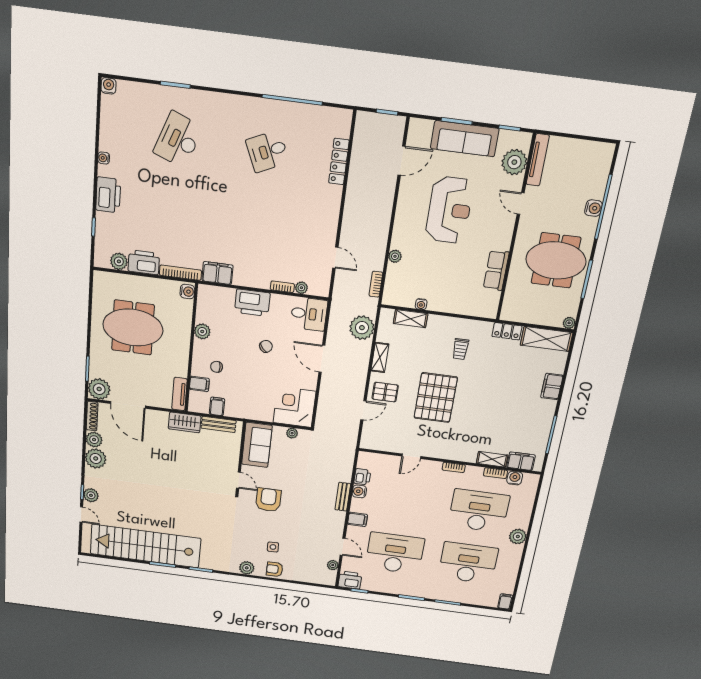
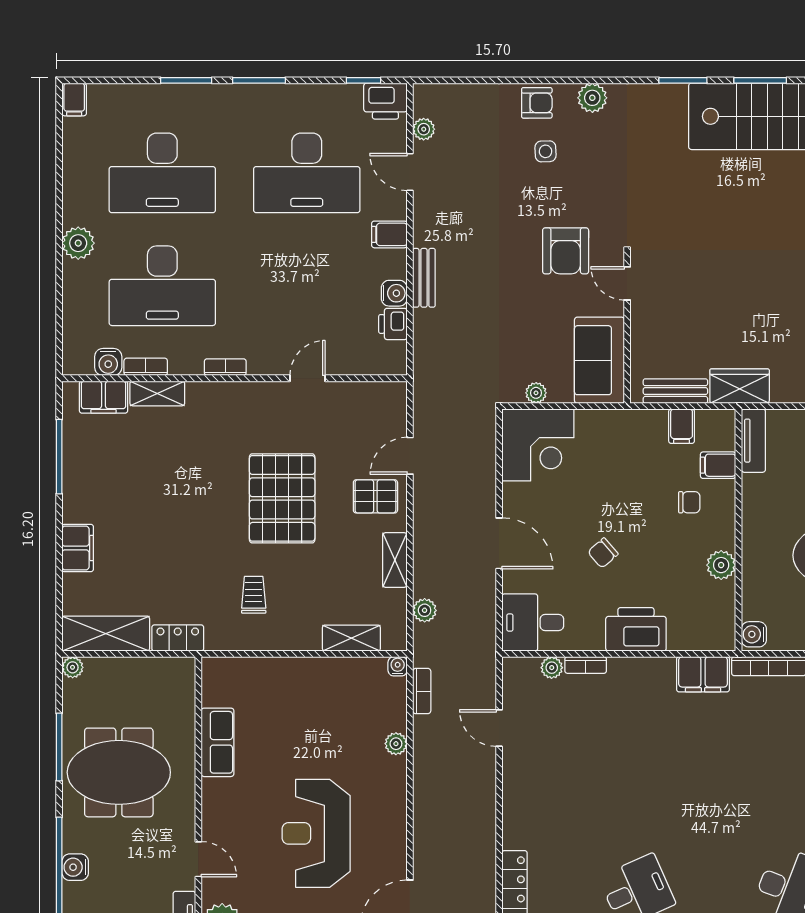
water cooler: (421, 304) -> (398, 666), moved
plant: (362, 328) -> (425, 610), width x0.53, depth x0.53

